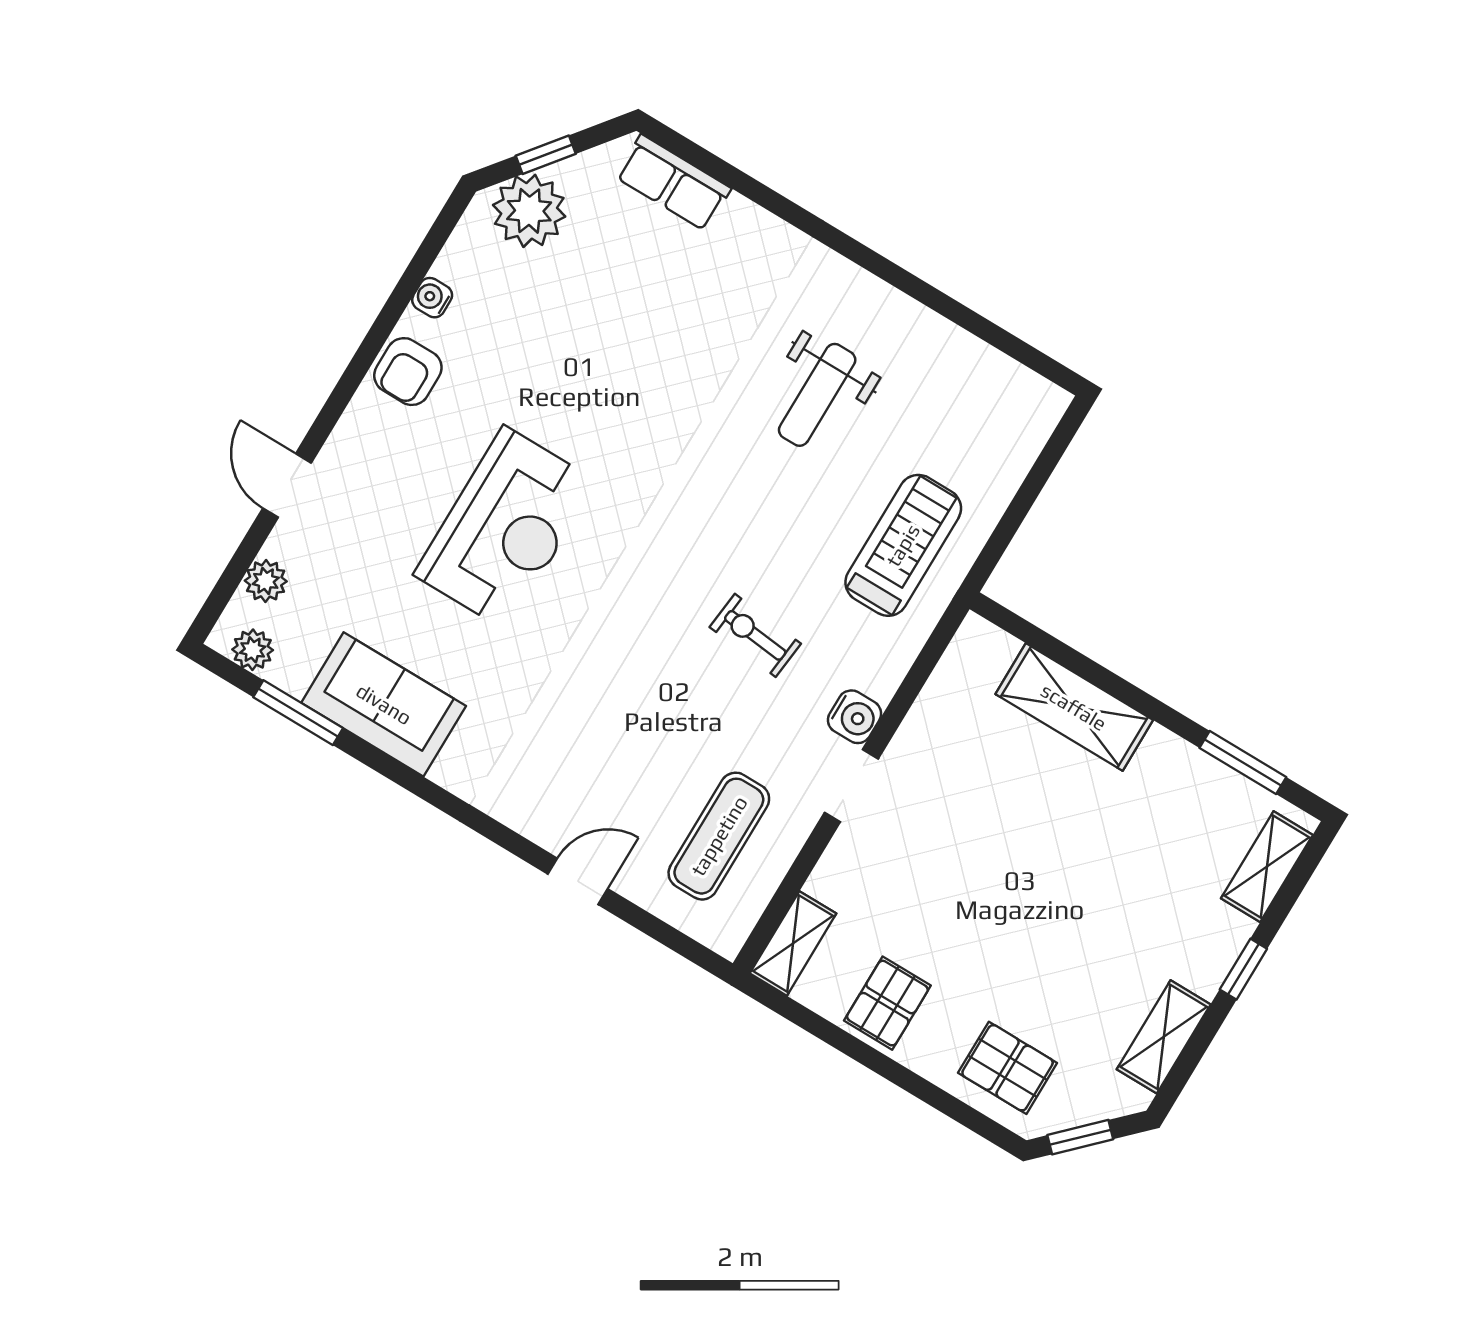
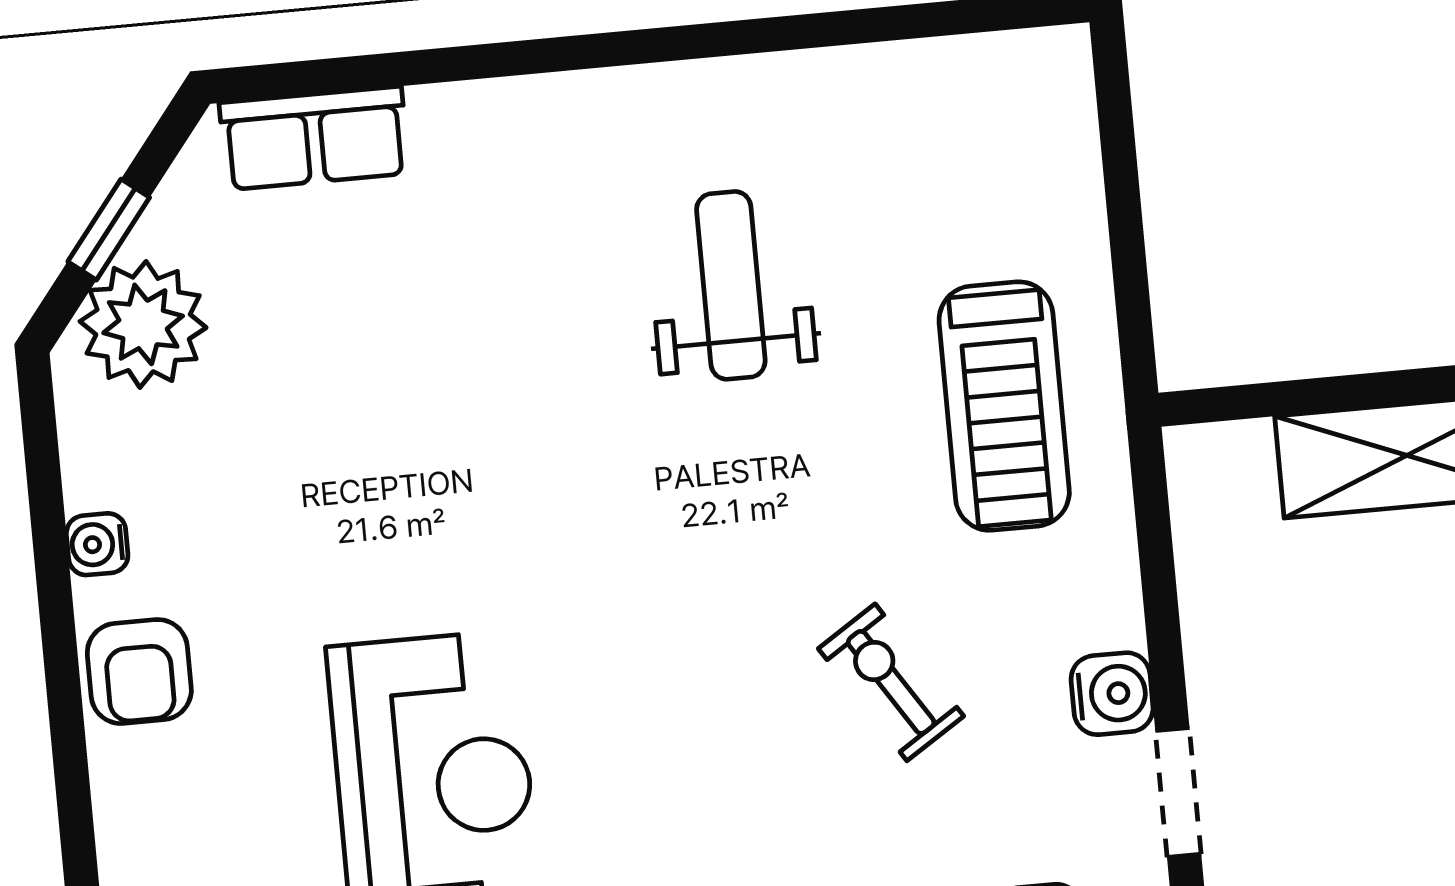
weight bench: (817, 395) -> (731, 285), turned 180
treadmill: (903, 545) -> (1004, 406), turned 180
exercise bike: (755, 635) -> (891, 682), turned 51

